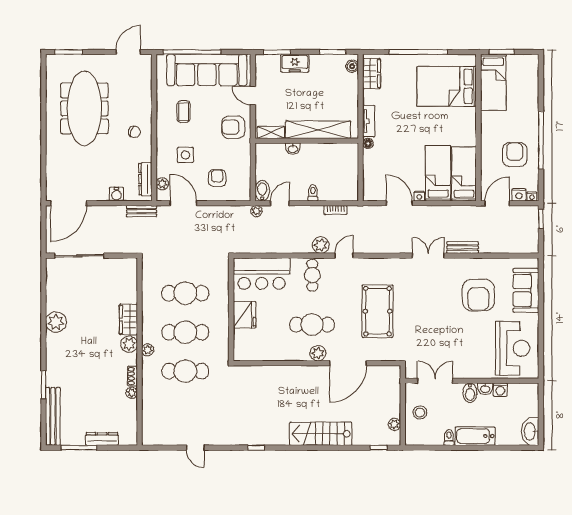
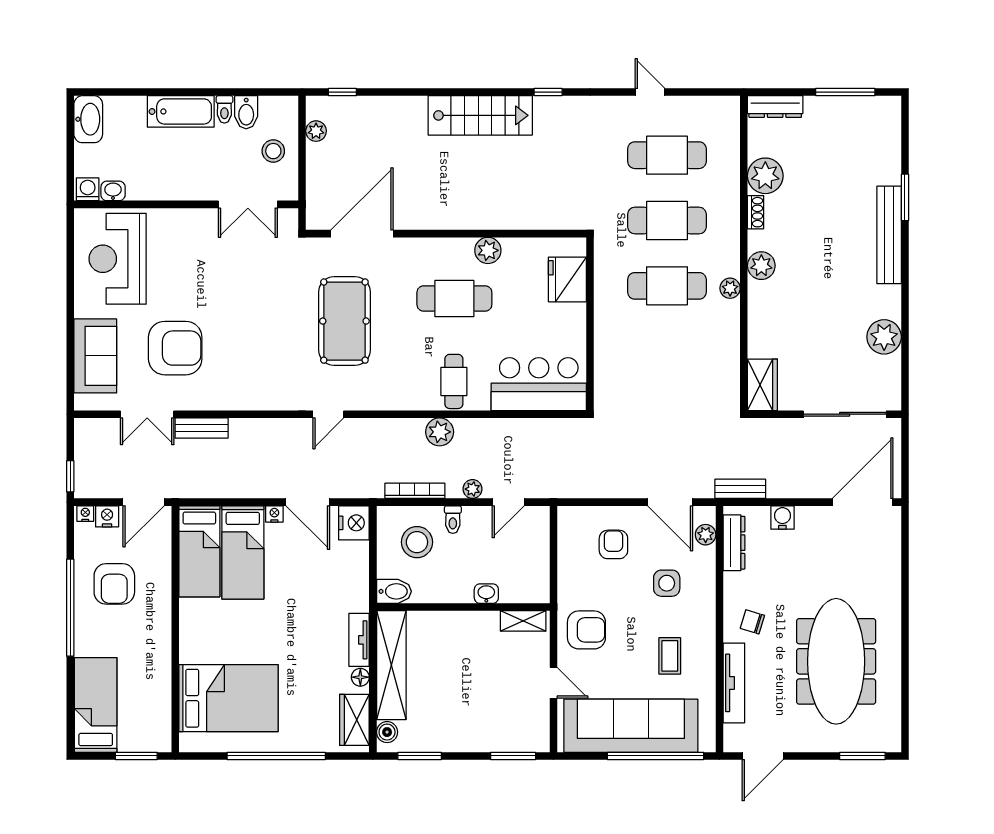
freezer: (295, 63) -> (483, 737), removed
bed: (493, 82) -> (96, 705), moved
tv unit: (145, 95) -> (734, 683), added
shelving: (318, 130) -> (391, 665), moved, turned 90
floor lamp: (368, 143) -> (360, 677), moved
armchair: (217, 178) -> (613, 544), turned 180
stool: (334, 179) -> (417, 542), added
bidet: (262, 191) -> (394, 591), moved, turned -90
nightstand: (372, 191) -> (354, 523), added
bookcase: (336, 210) -> (415, 491), width x1.56
plant: (256, 211) -> (473, 489), moved
door: (344, 256) -> (328, 414), moved
double door: (428, 256) -> (147, 414), moved
cafe table: (185, 293) -> (667, 155), moved
armchair: (478, 295) -> (175, 348), turned 90
fridge: (245, 315) -> (567, 279), moved
wardrobe: (128, 319) -> (762, 385), moved
plant: (56, 322) -> (884, 337), moved
plant: (148, 350) -> (730, 288), moved
plant: (318, 353) -> (488, 250), moved
door: (348, 363) -> (362, 234), moved
washbasin: (485, 389) -> (113, 191), moved
washing machine: (500, 390) -> (88, 189), moved
plant: (132, 393) -> (765, 176), width x1.87, depth x1.87
bidet: (470, 393) -> (246, 112), moved, turned 180
bench: (53, 416) -> (889, 235), moved
stairs: (321, 434) -> (480, 115), moved
dresser: (102, 439) -> (775, 107), moved

